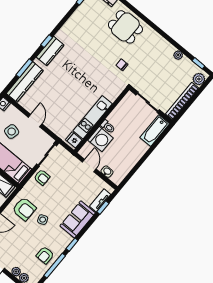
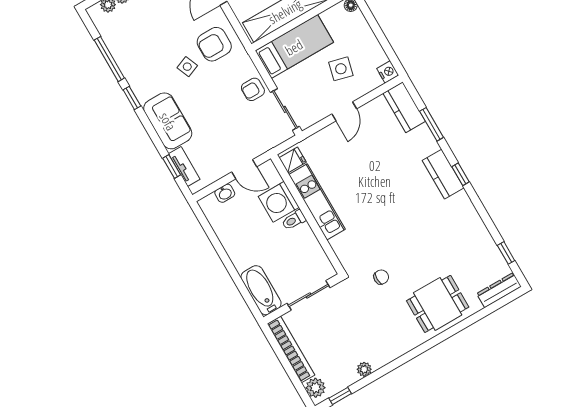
kitchen counter: (25, 82) -> (404, 107), width x0.67
door: (35, 121) -> (344, 111), hinge flipped
armchair: (45, 255) -> (131, 50), removed

